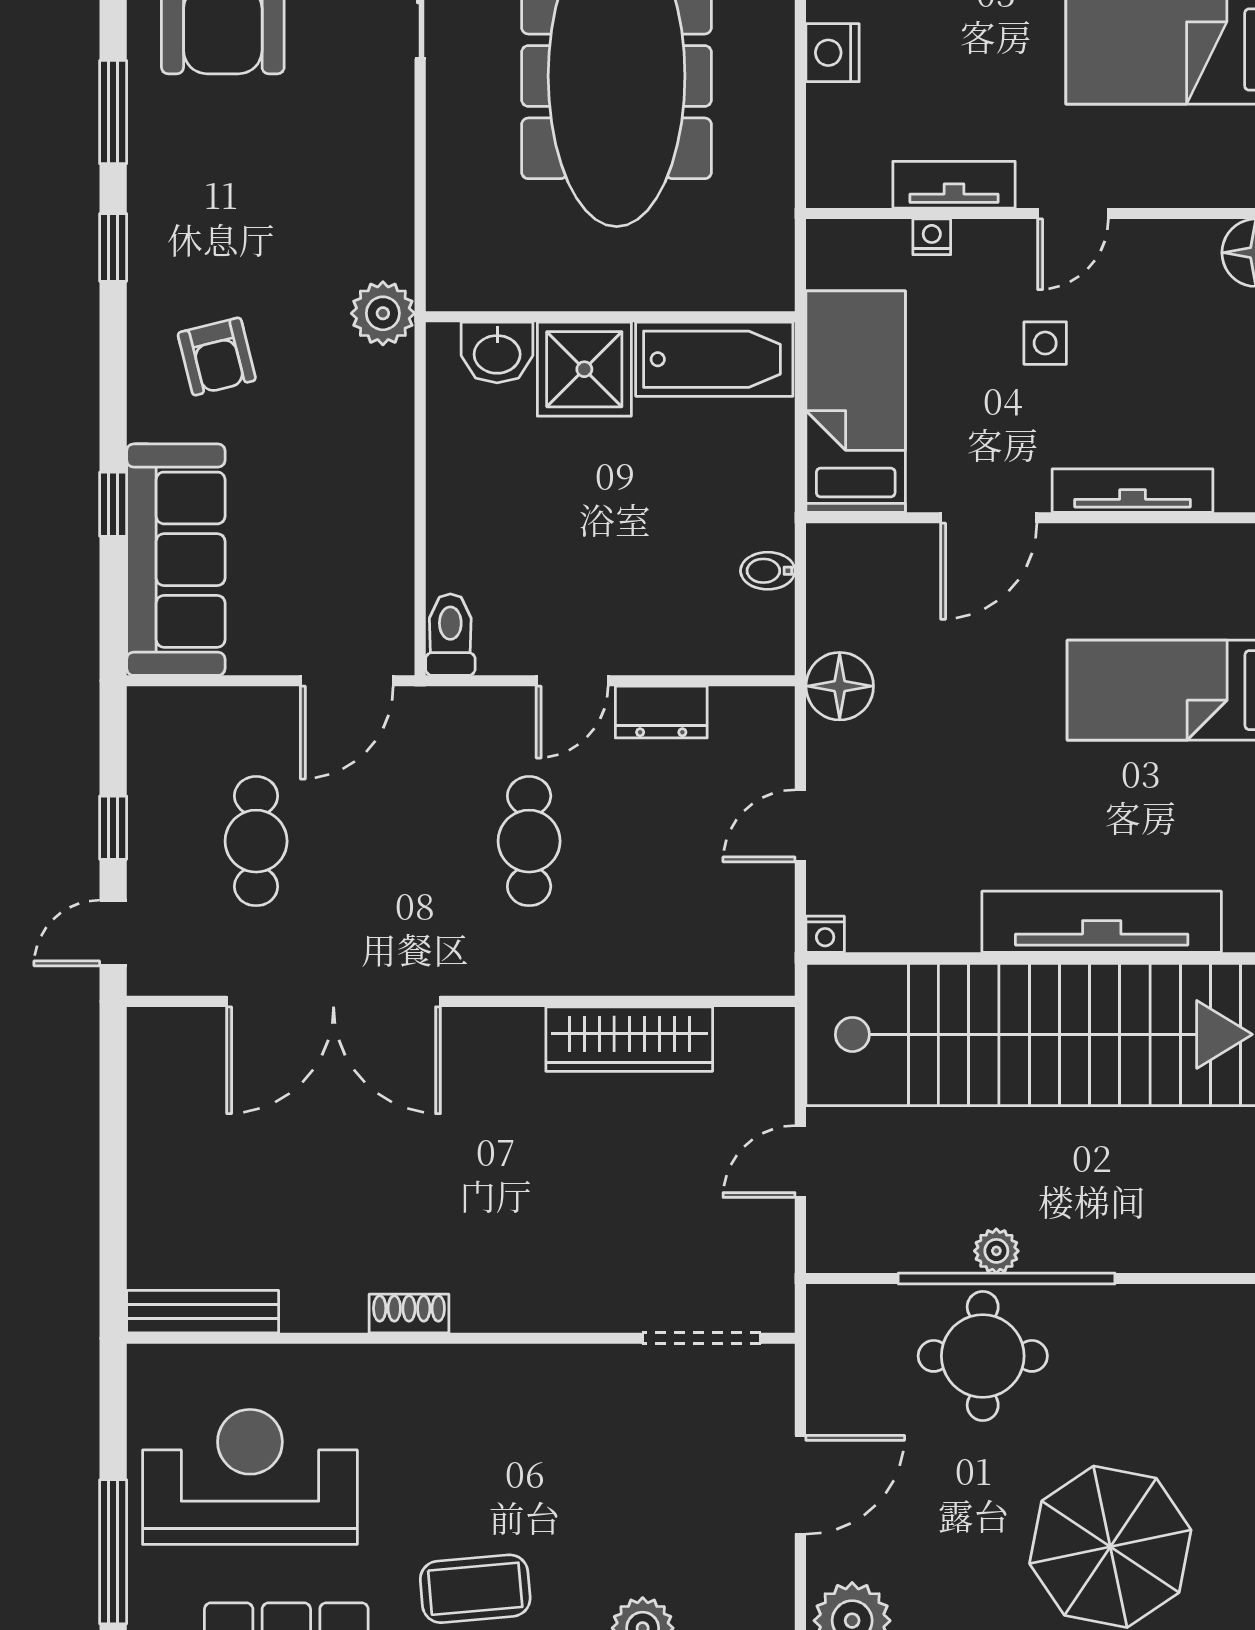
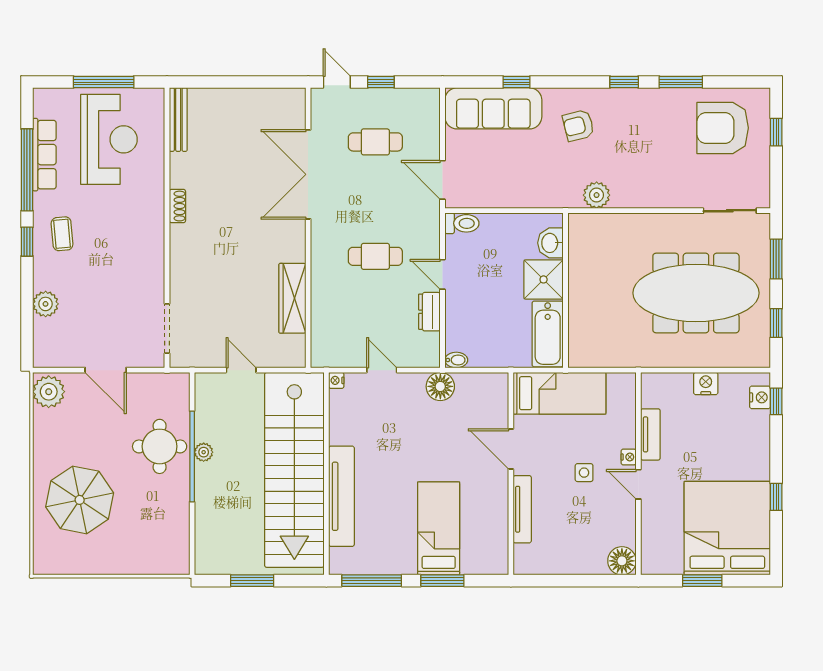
nightstand: (932, 237) -> (629, 457), moved
wall: (610, 317) -> (565, 290), moved
washbasin: (497, 353) -> (550, 243), moved
bathtub: (714, 359) -> (548, 334), moved
shower: (584, 369) -> (544, 279), moved
bidet: (768, 571) -> (456, 360), moved, turned 90
window: (113, 1552) -> (104, 82), moved
coffee table: (475, 1589) -> (62, 234), width x0.73, depth x0.77

